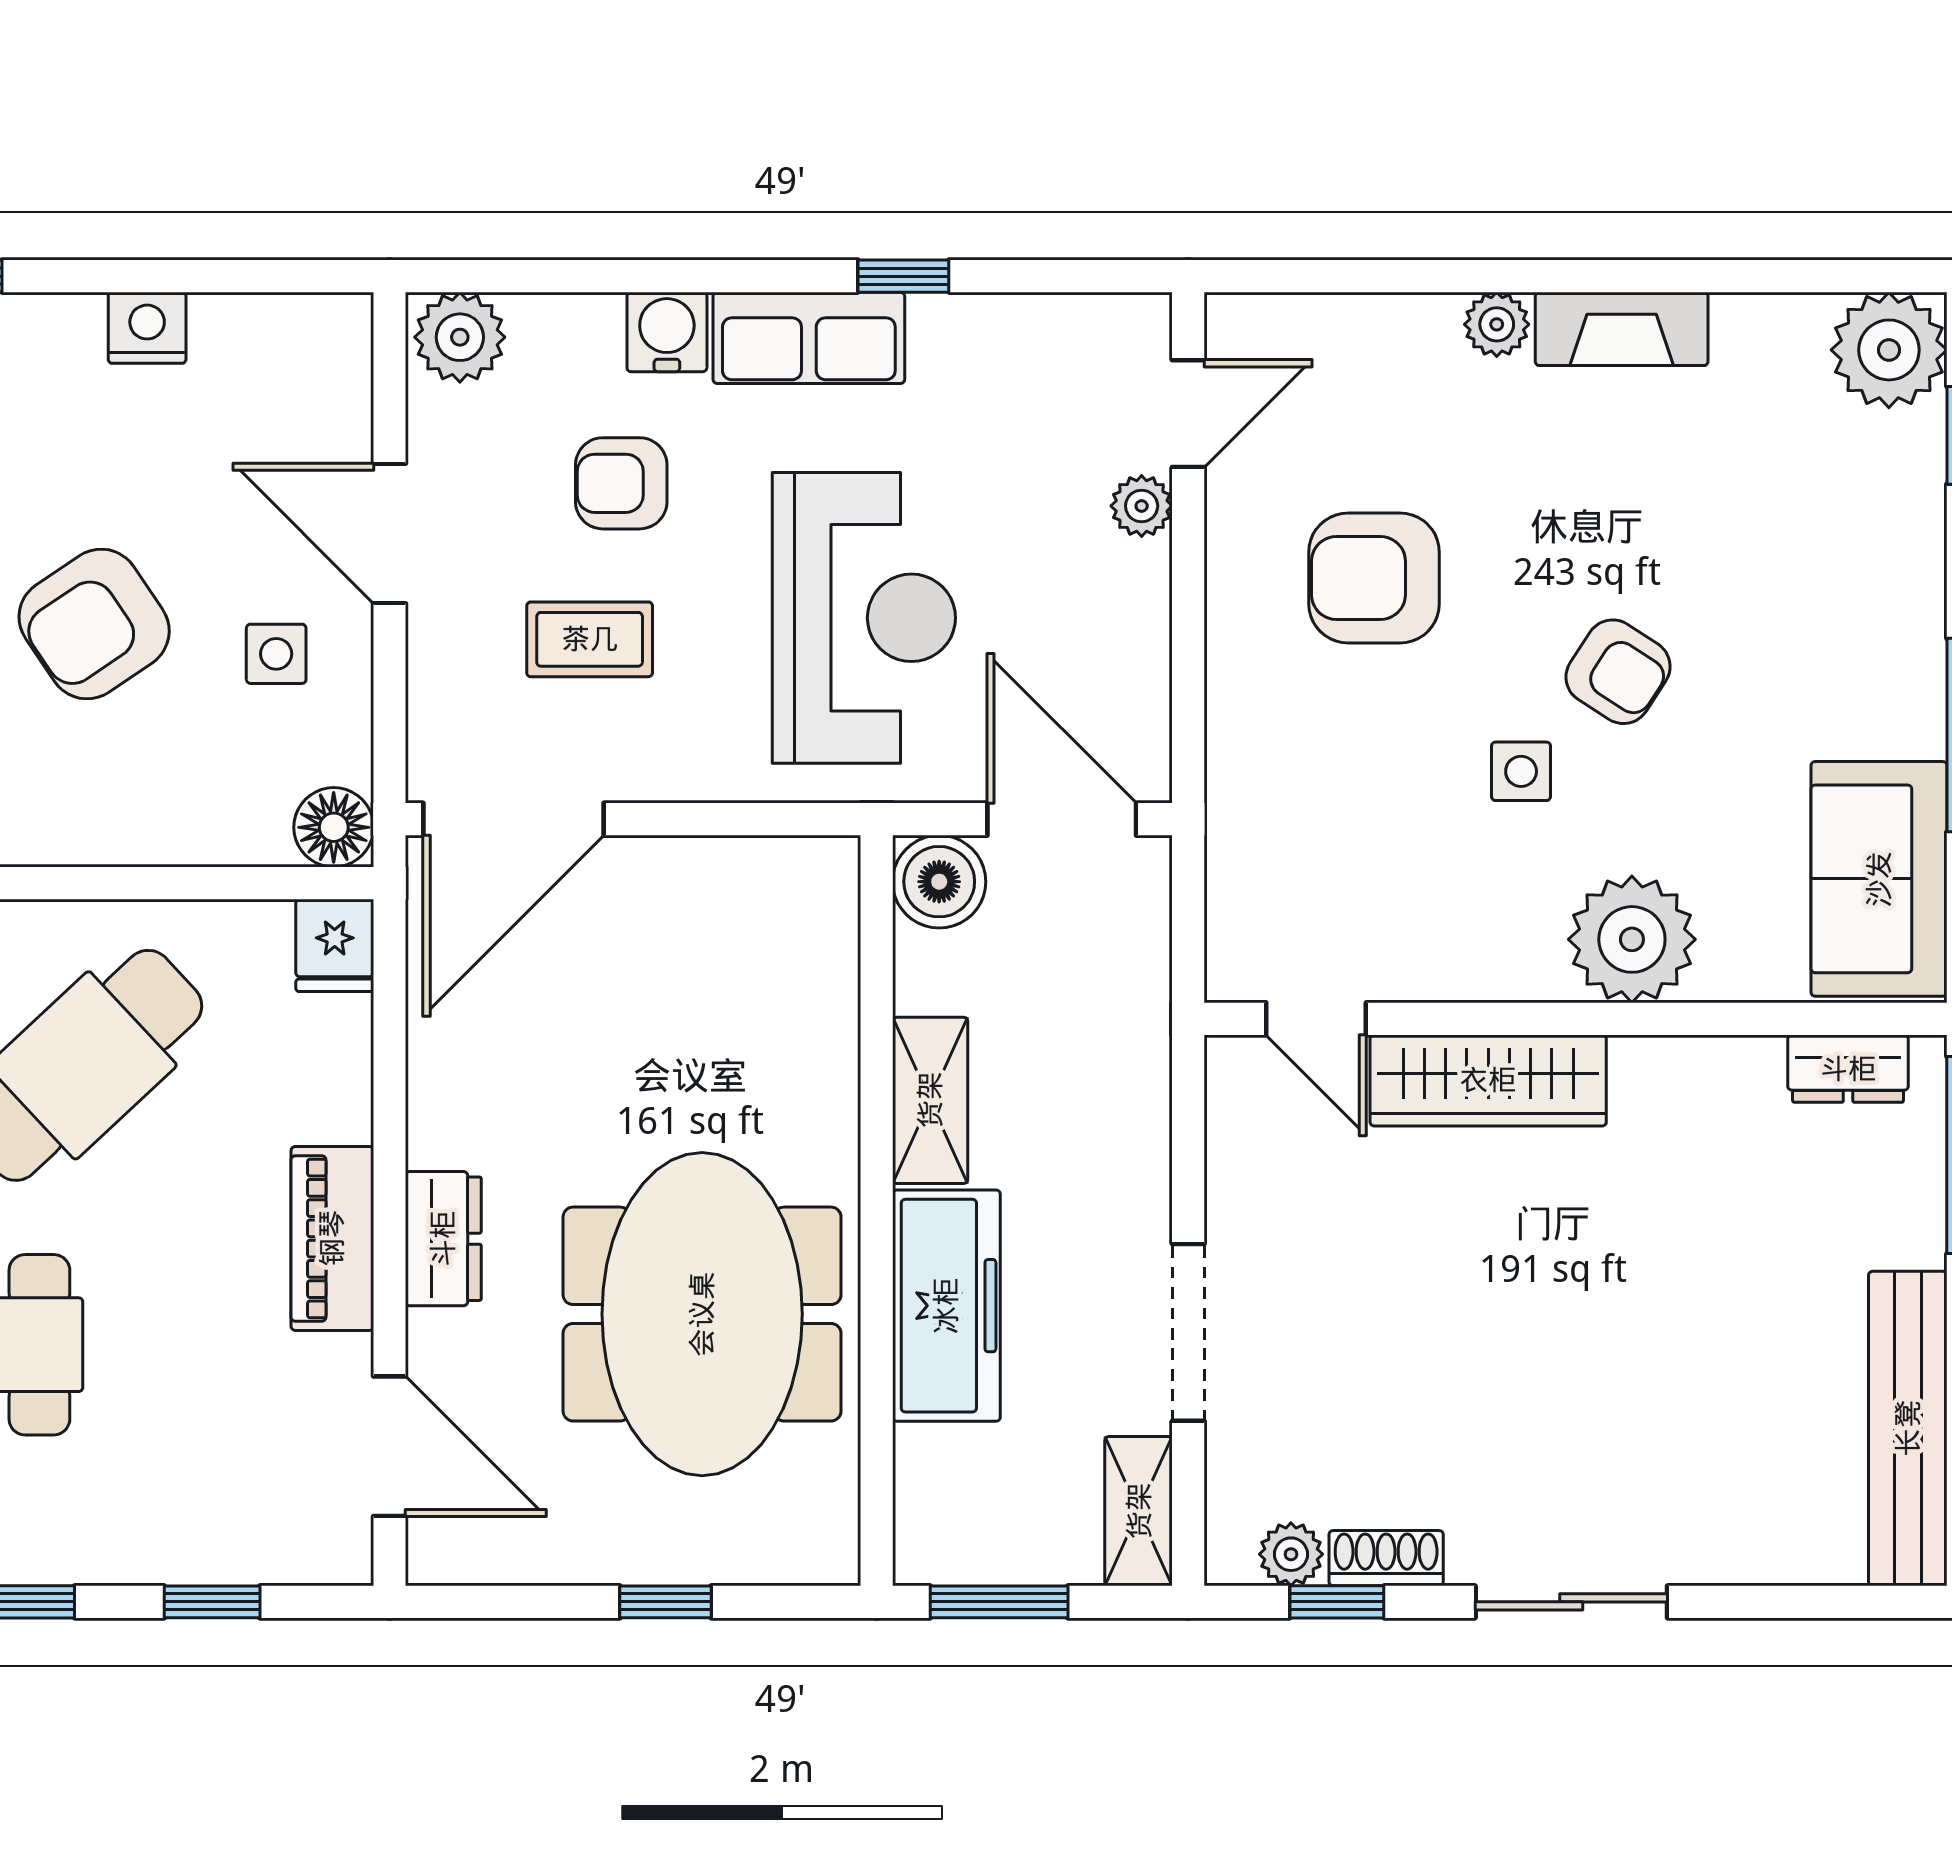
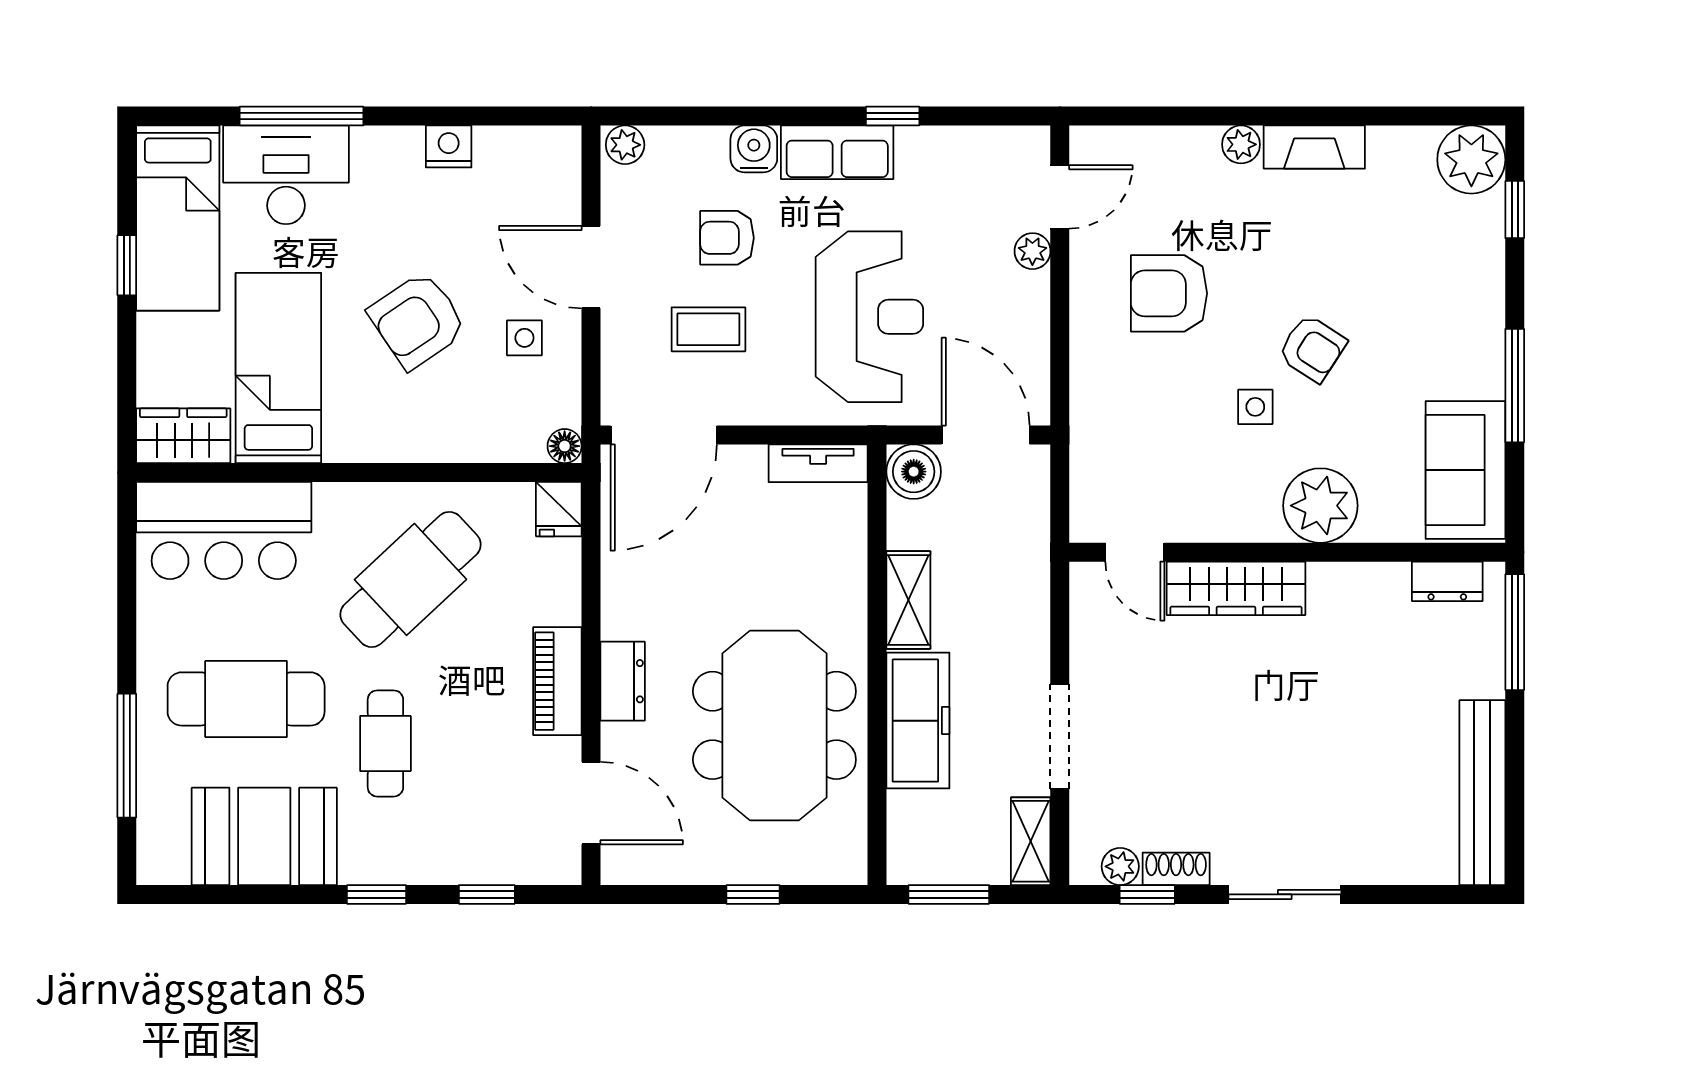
plant: (460, 337) -> (625, 145), width x0.73, depth x0.73
floor lamp: (334, 827) -> (565, 446), width x0.73, depth x0.73
tv unit: (776, 867) -> (818, 463), added

